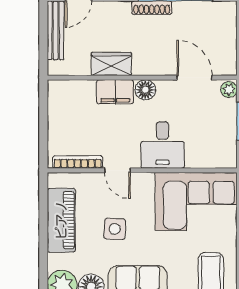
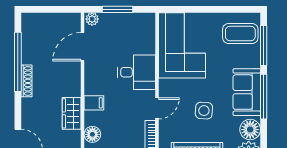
floor lamp: (145, 90) -> (92, 134), moved
filing cabinet: (115, 92) -> (94, 103), width x0.50

